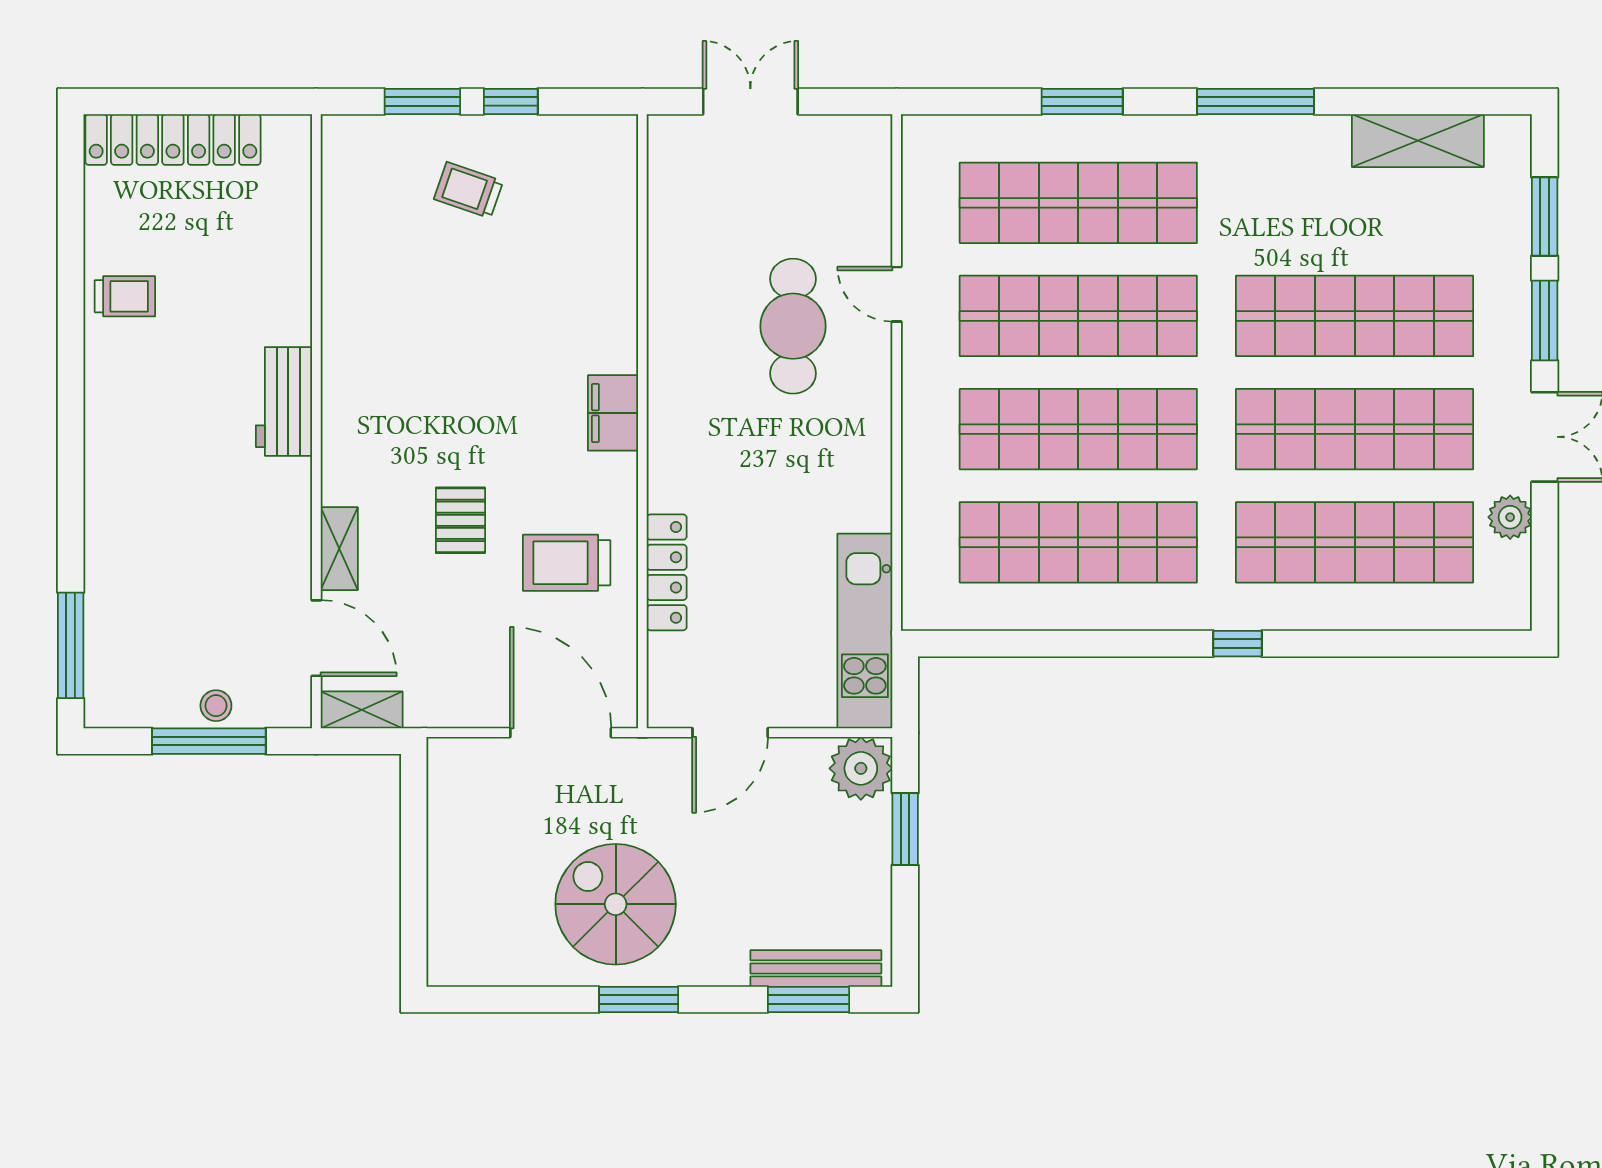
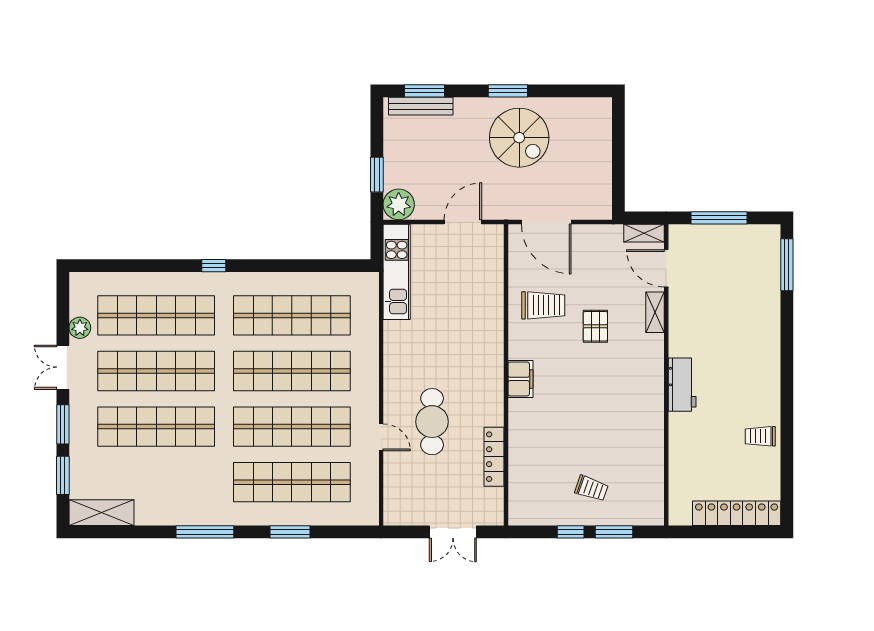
shelving: (1418, 141) -> (102, 513), moved
locker: (667, 572) -> (494, 457), moved
stool: (216, 706) -> (715, 235), removed

